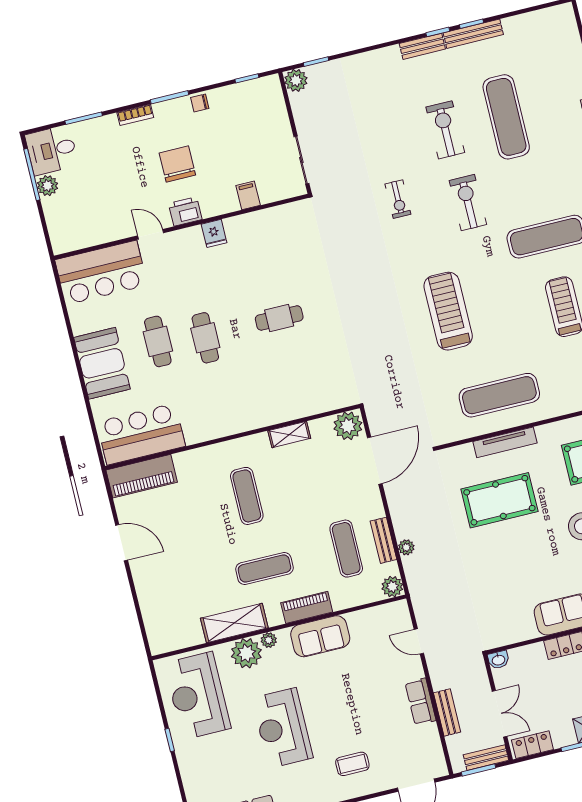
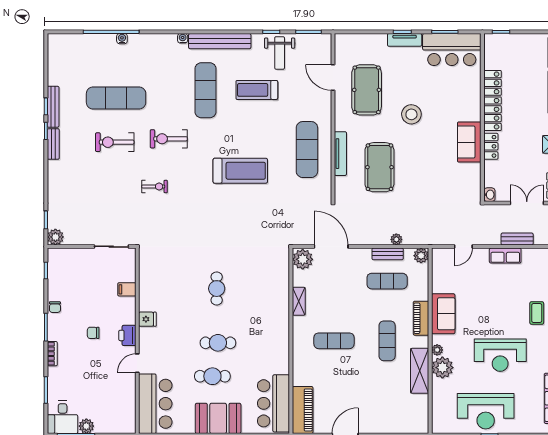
chair: (177, 164) -> (93, 333), width x0.54, depth x0.54
treadmill: (448, 311) -> (240, 171), turned 180
reception desk: (197, 696) -> (486, 411), moved

